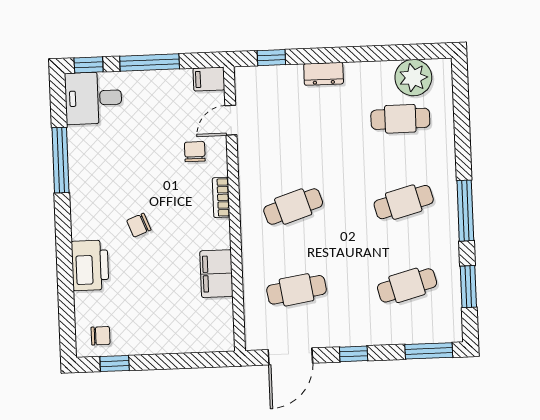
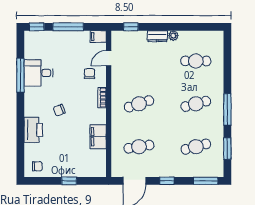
plant: (413, 78) -> (173, 36), moved, width x0.53, depth x0.53
desk: (93, 98) -> (38, 73), moved
window: (115, 363) -> (69, 181), moved

